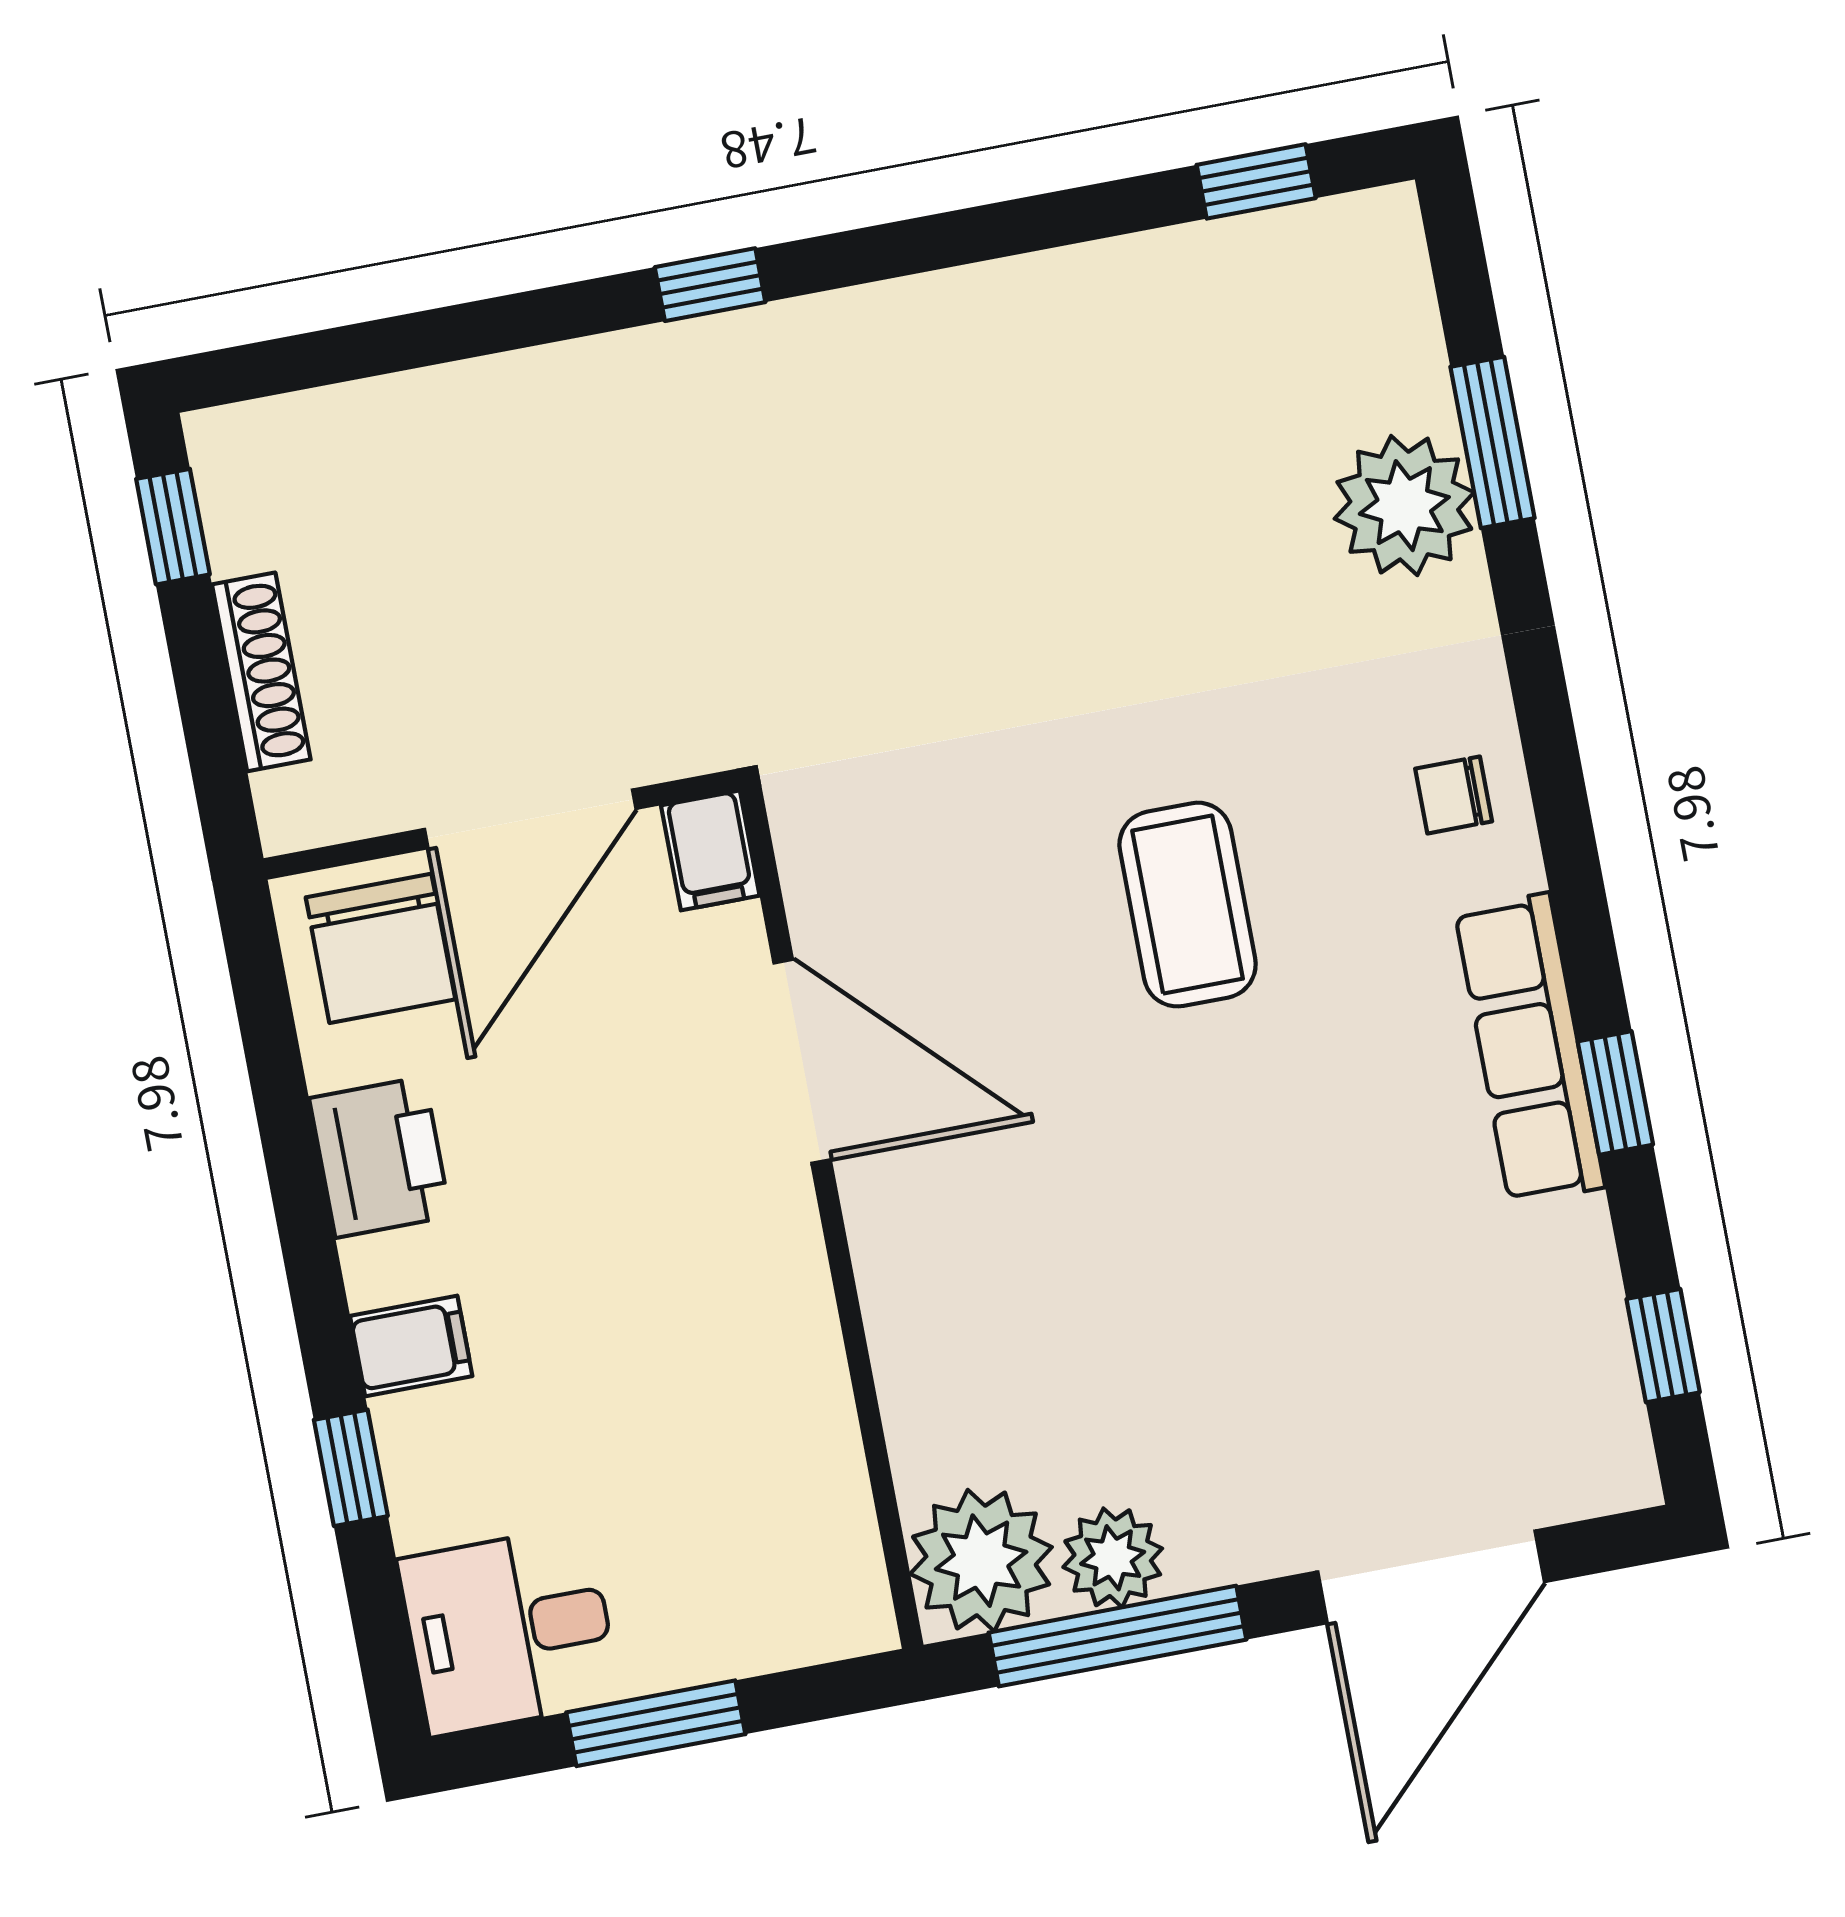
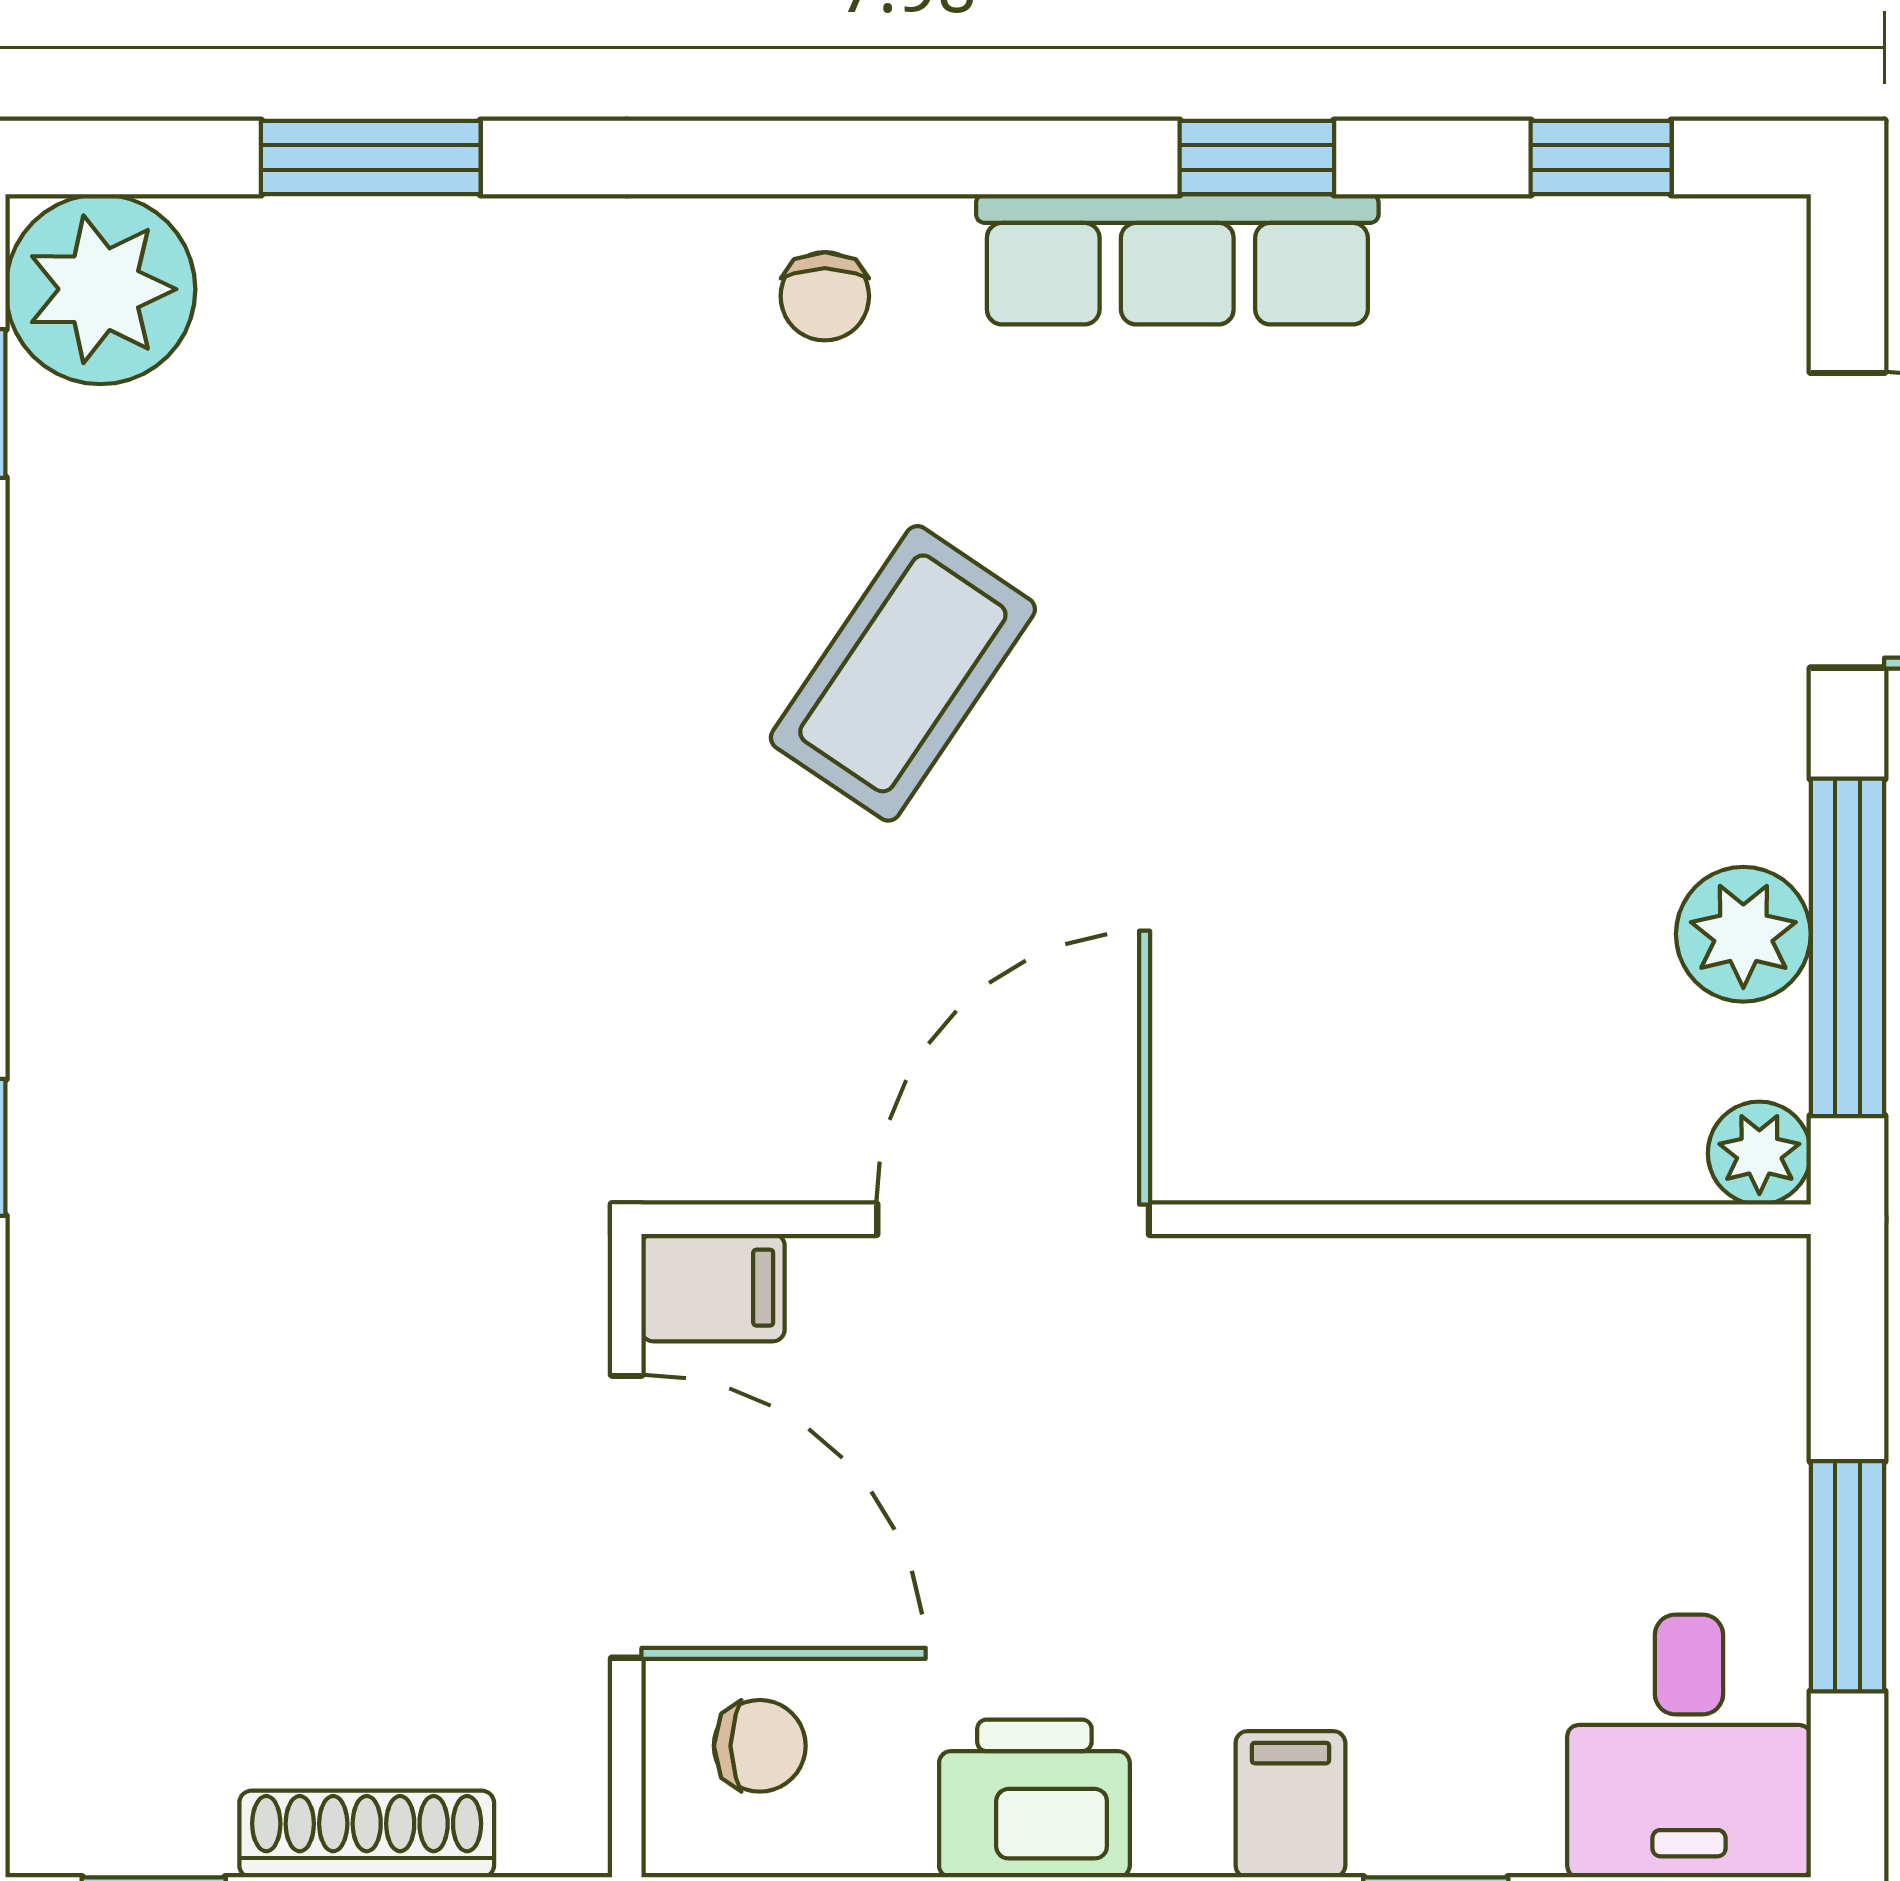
plant: (1404, 506) -> (100, 289), moved
coffee table: (1188, 905) -> (903, 673), turned -56
chair: (380, 948) -> (760, 1746), width x0.54, depth x0.54
plant: (981, 1561) -> (1759, 1153), width x0.53, depth x0.53

